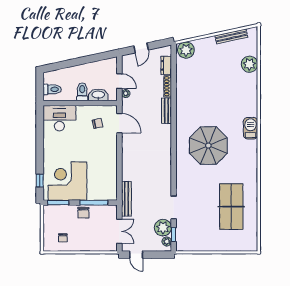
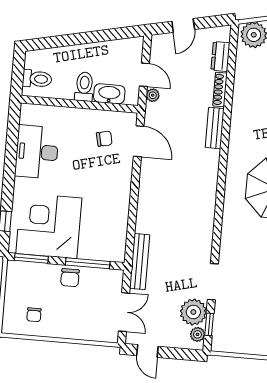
desk: (59, 118) -> (37, 152), moved, turned -90

